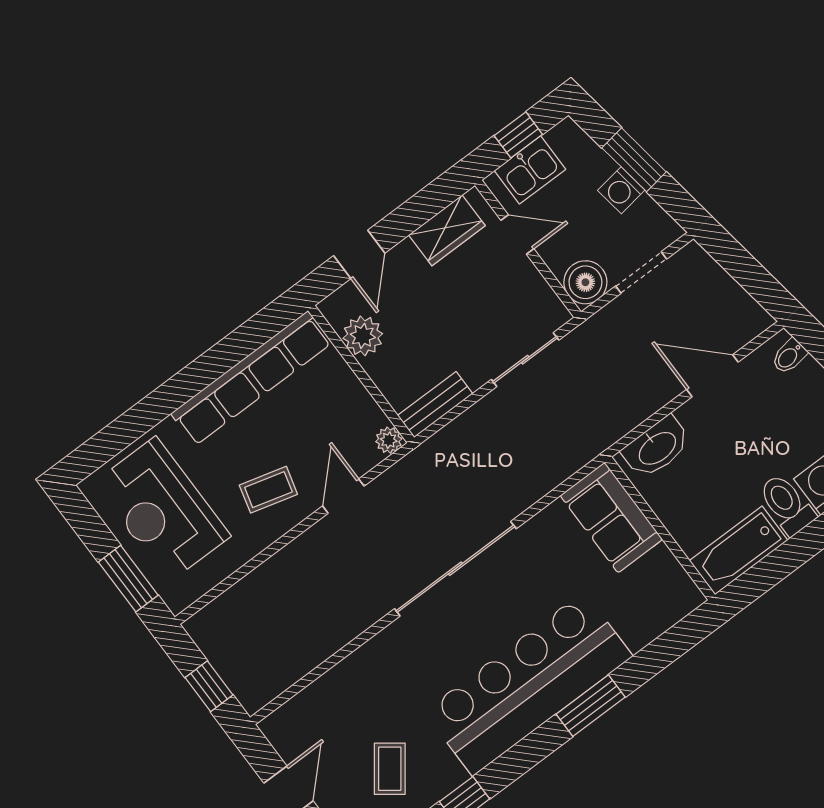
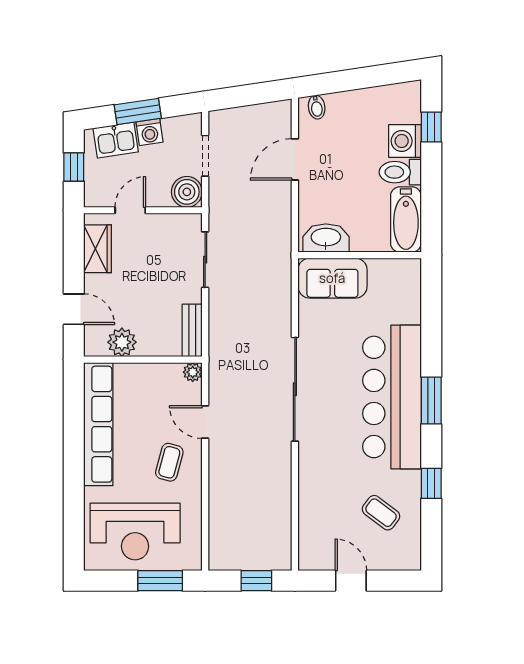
kitchen sink: (530, 170) -> (116, 140), moved, turned 82
washbasin: (657, 447) -> (326, 238), moved, turned -90
window: (591, 706) -> (431, 400), moved

